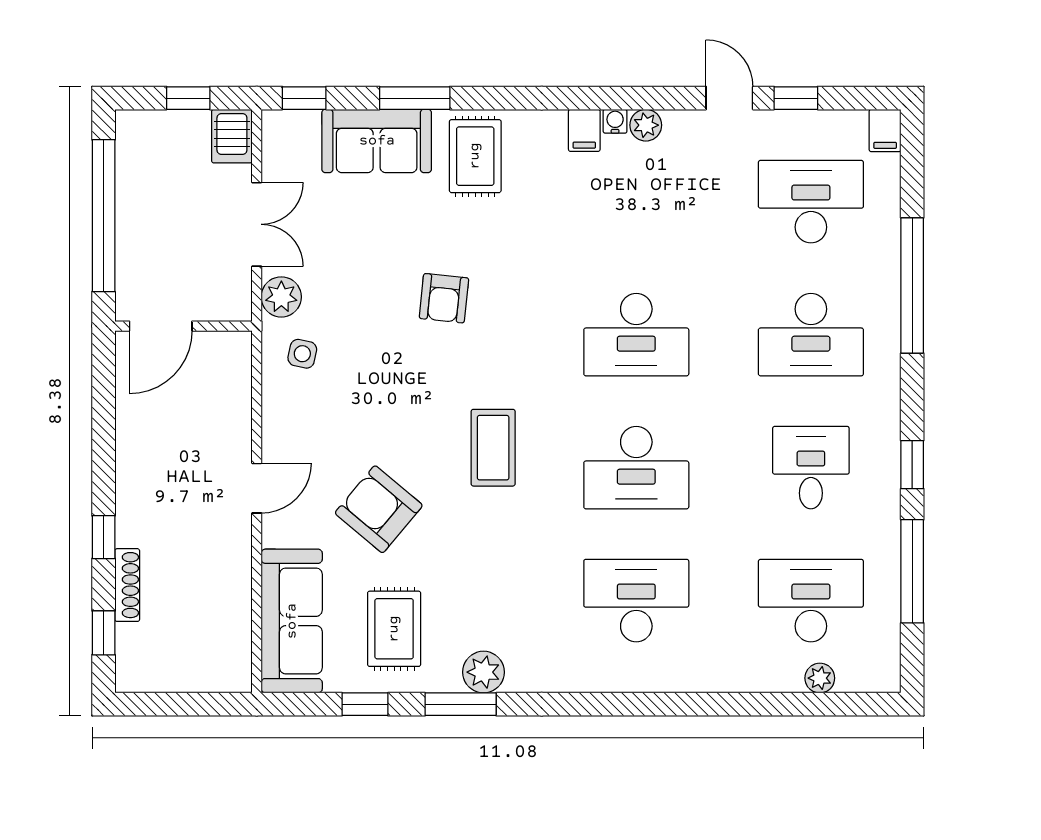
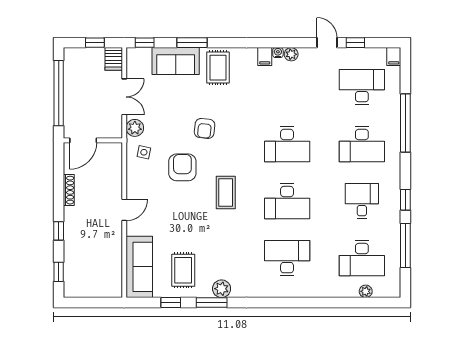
armchair: (379, 509) -> (182, 167), moved, turned 50
shoe rack: (127, 585) -> (69, 190), moved
desk: (811, 601) -> (362, 258), turned 180

